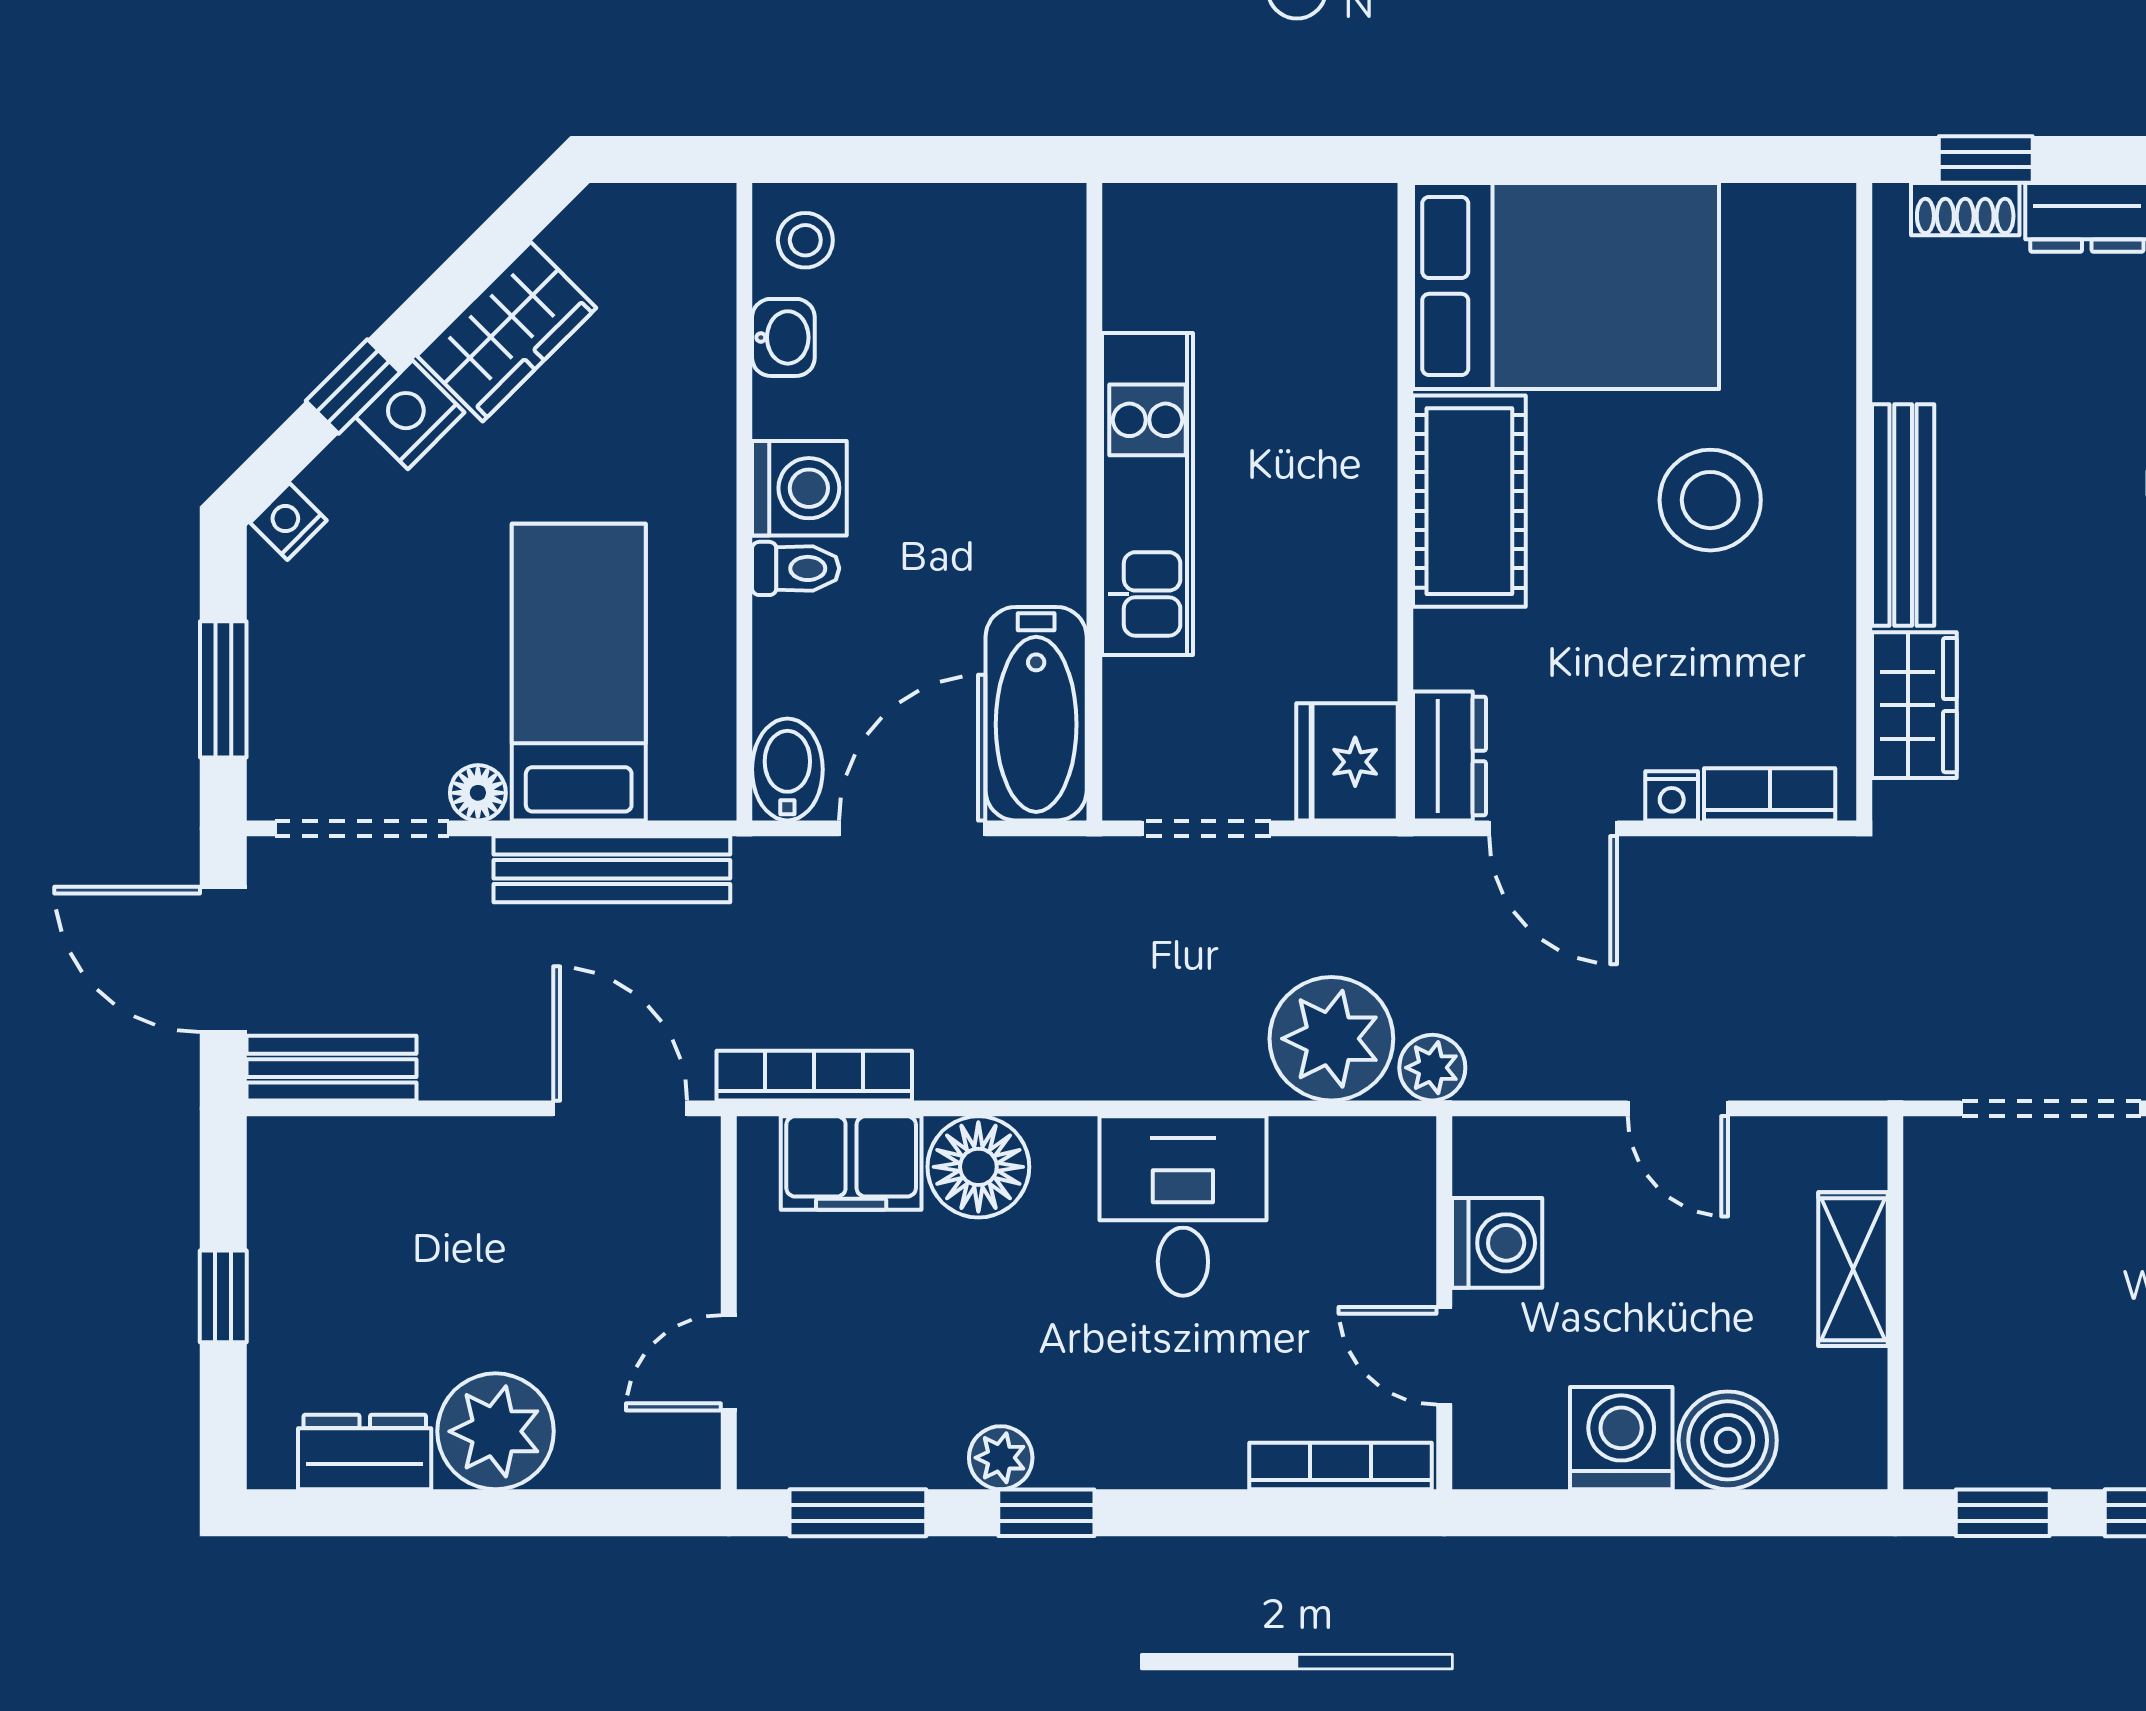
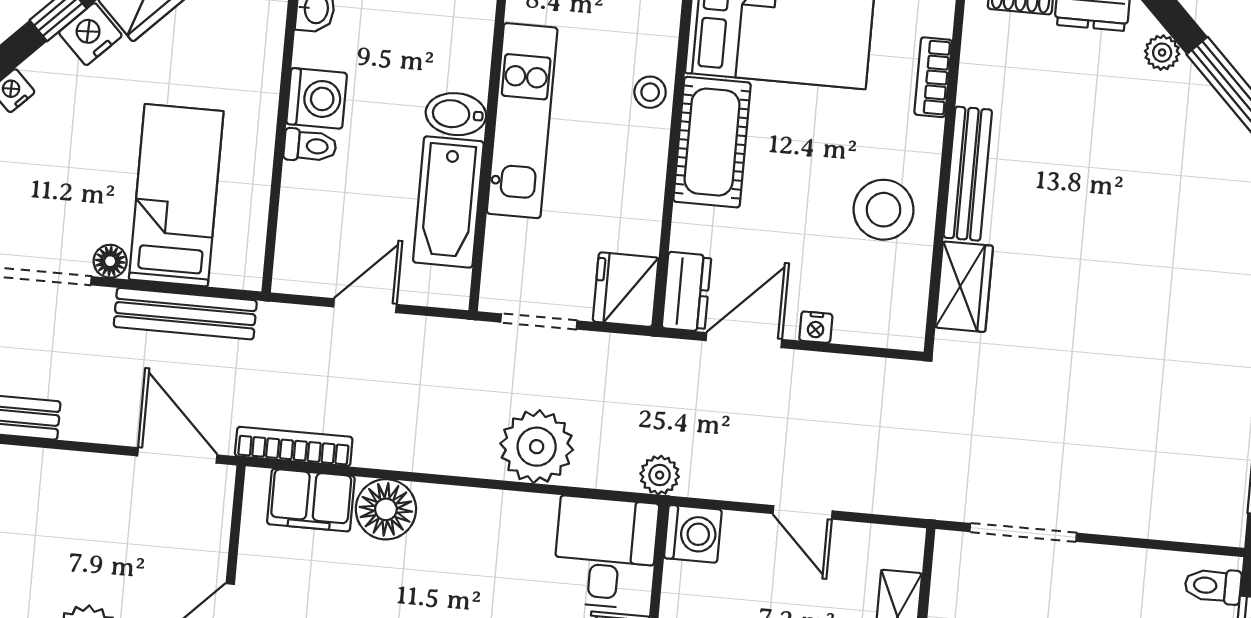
stool: (1358, 427) -> (650, 92), added
stool: (1710, 500) -> (884, 210), moved
bathtub: (1036, 714) -> (448, 202), moved
bidet: (787, 770) -> (456, 114), moved, turned -90
bookcase: (1770, 794) -> (933, 77), moved, turned -90
door: (912, 828) -> (365, 306), width x0.73
door: (1553, 828) -> (744, 340), swing flipped
plant: (1331, 1039) -> (537, 447), moved
desk: (1183, 1206) -> (605, 553), moved
washing machine: (1497, 1243) -> (693, 534), moved

